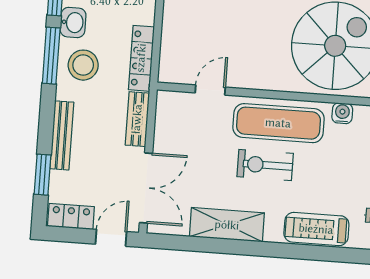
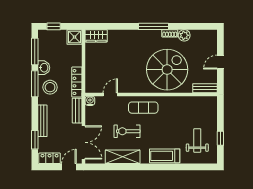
water cooler: (342, 113) -> (90, 101), moved
exercise mat: (278, 123) -> (143, 108), width x0.73, depth x0.69
exercise bike: (265, 165) -> (127, 131), moved

